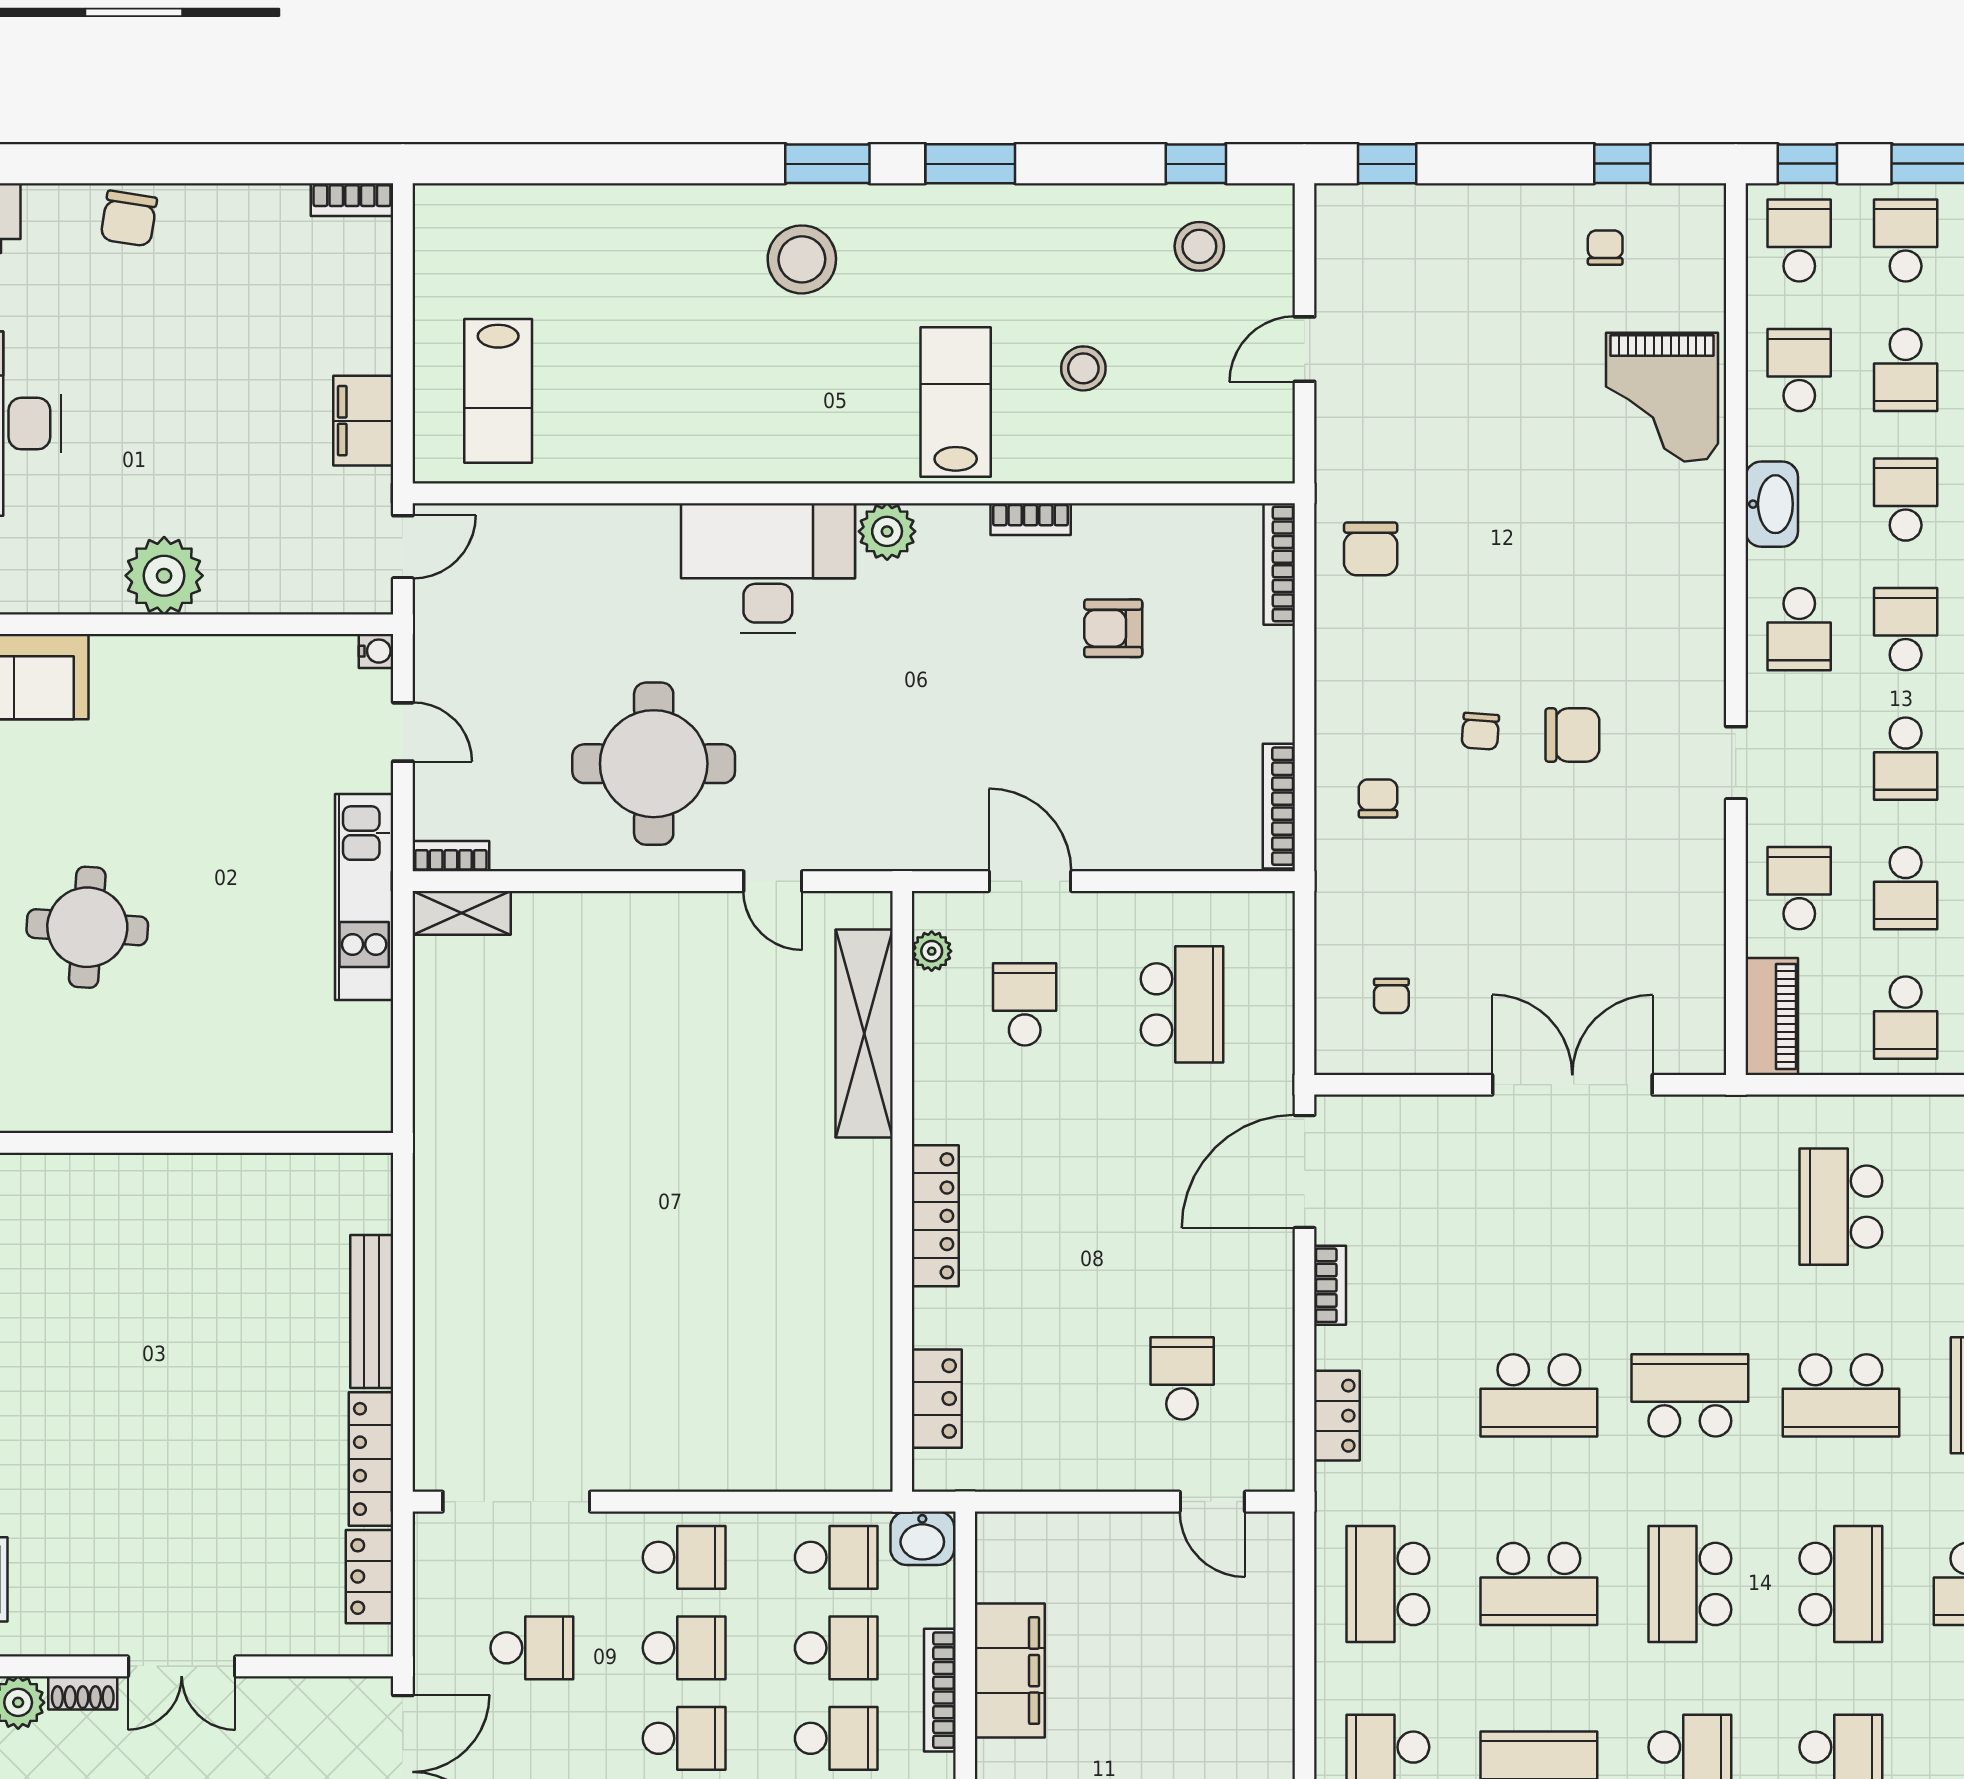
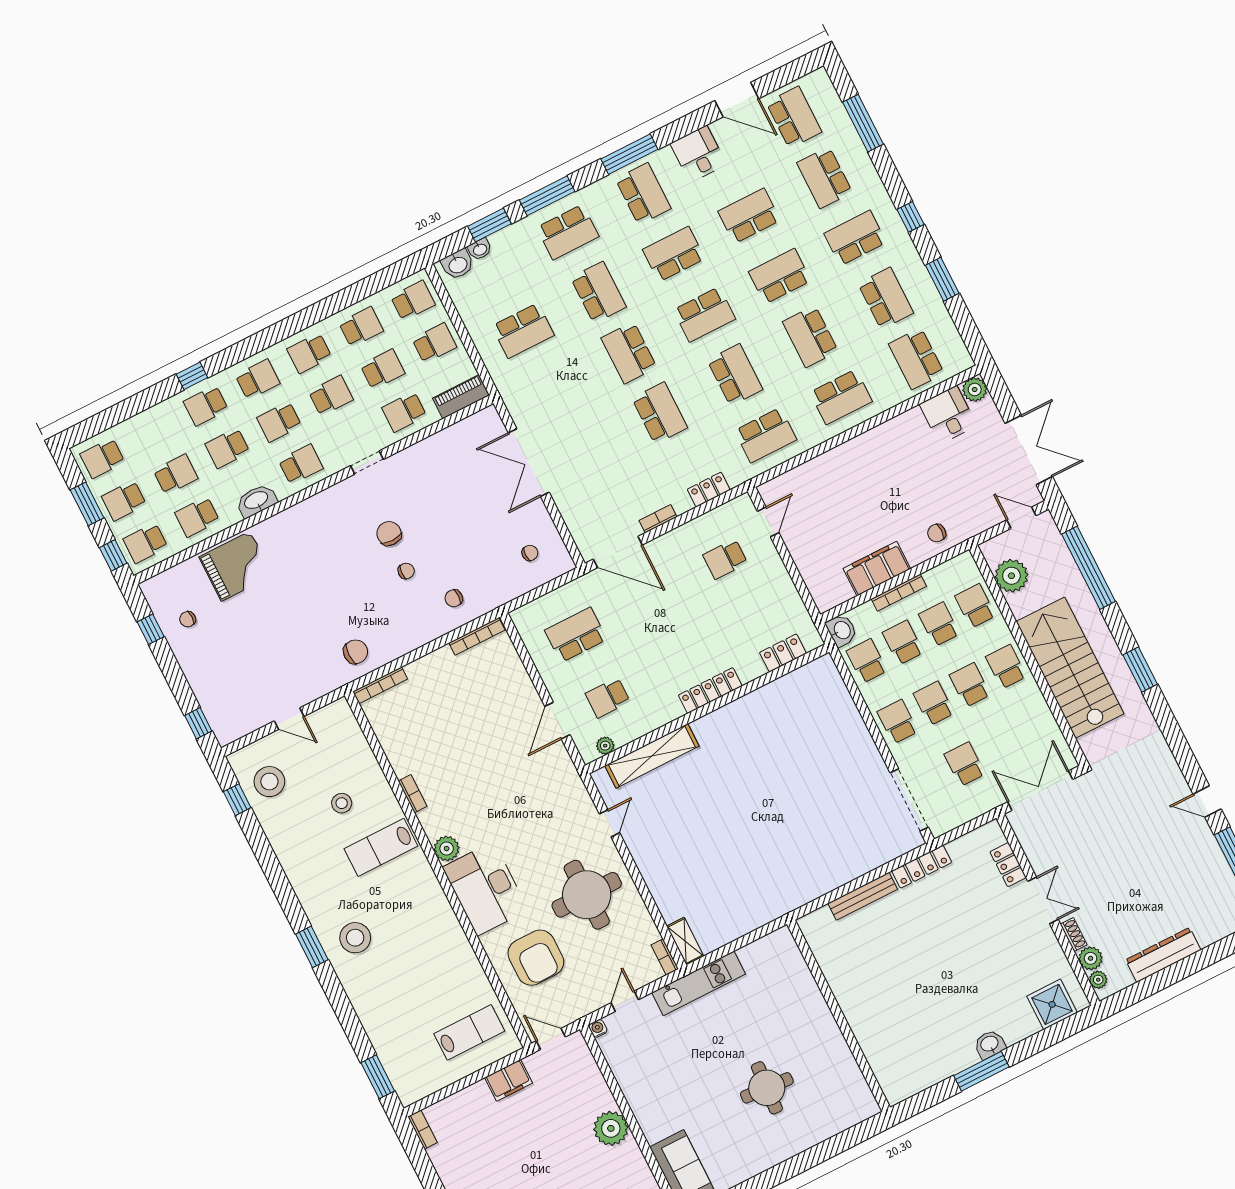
window: (970, 164) -> (378, 1077), moved
stool: (1199, 246) -> (269, 782), width x1.38, depth x1.38
armchair: (1113, 628) -> (536, 958), moved, width x1.88, depth x1.88
locker: (370, 1577) -> (1008, 865), moved, turned 90

